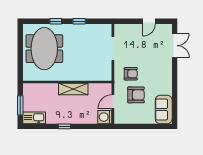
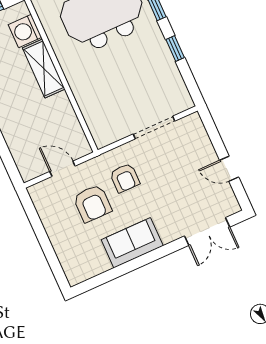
shelving: (73, 89) -> (44, 68), moved
sofa: (164, 109) -> (132, 243), moved
washing machine: (105, 117) -> (25, 31), moved, turned -90

